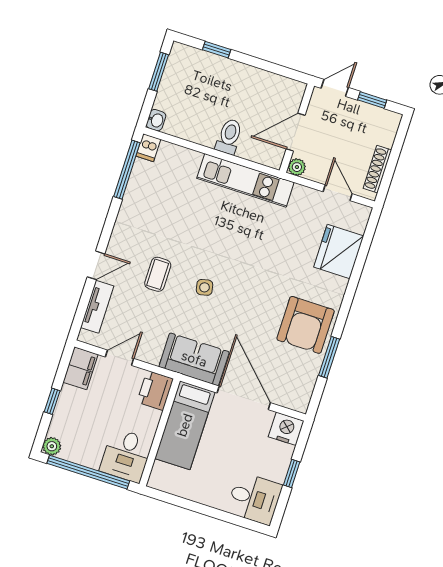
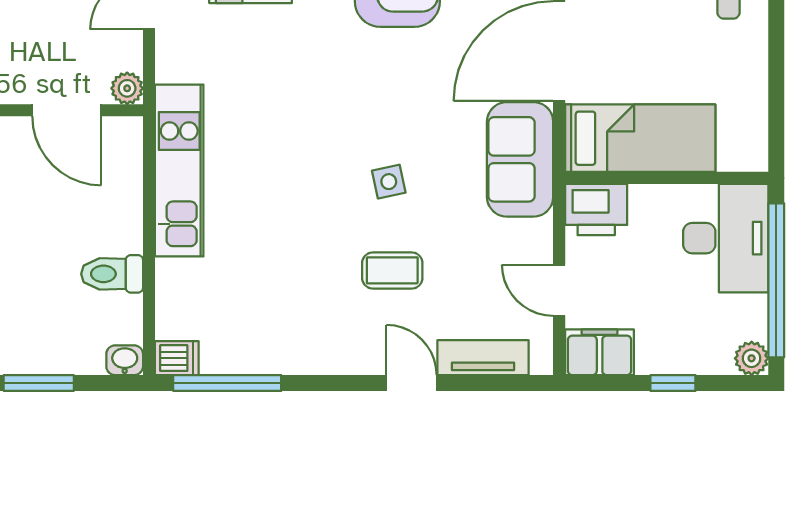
toilet: (229, 137) -> (112, 274), moved
desk: (126, 455) -> (726, 238), width x1.37

